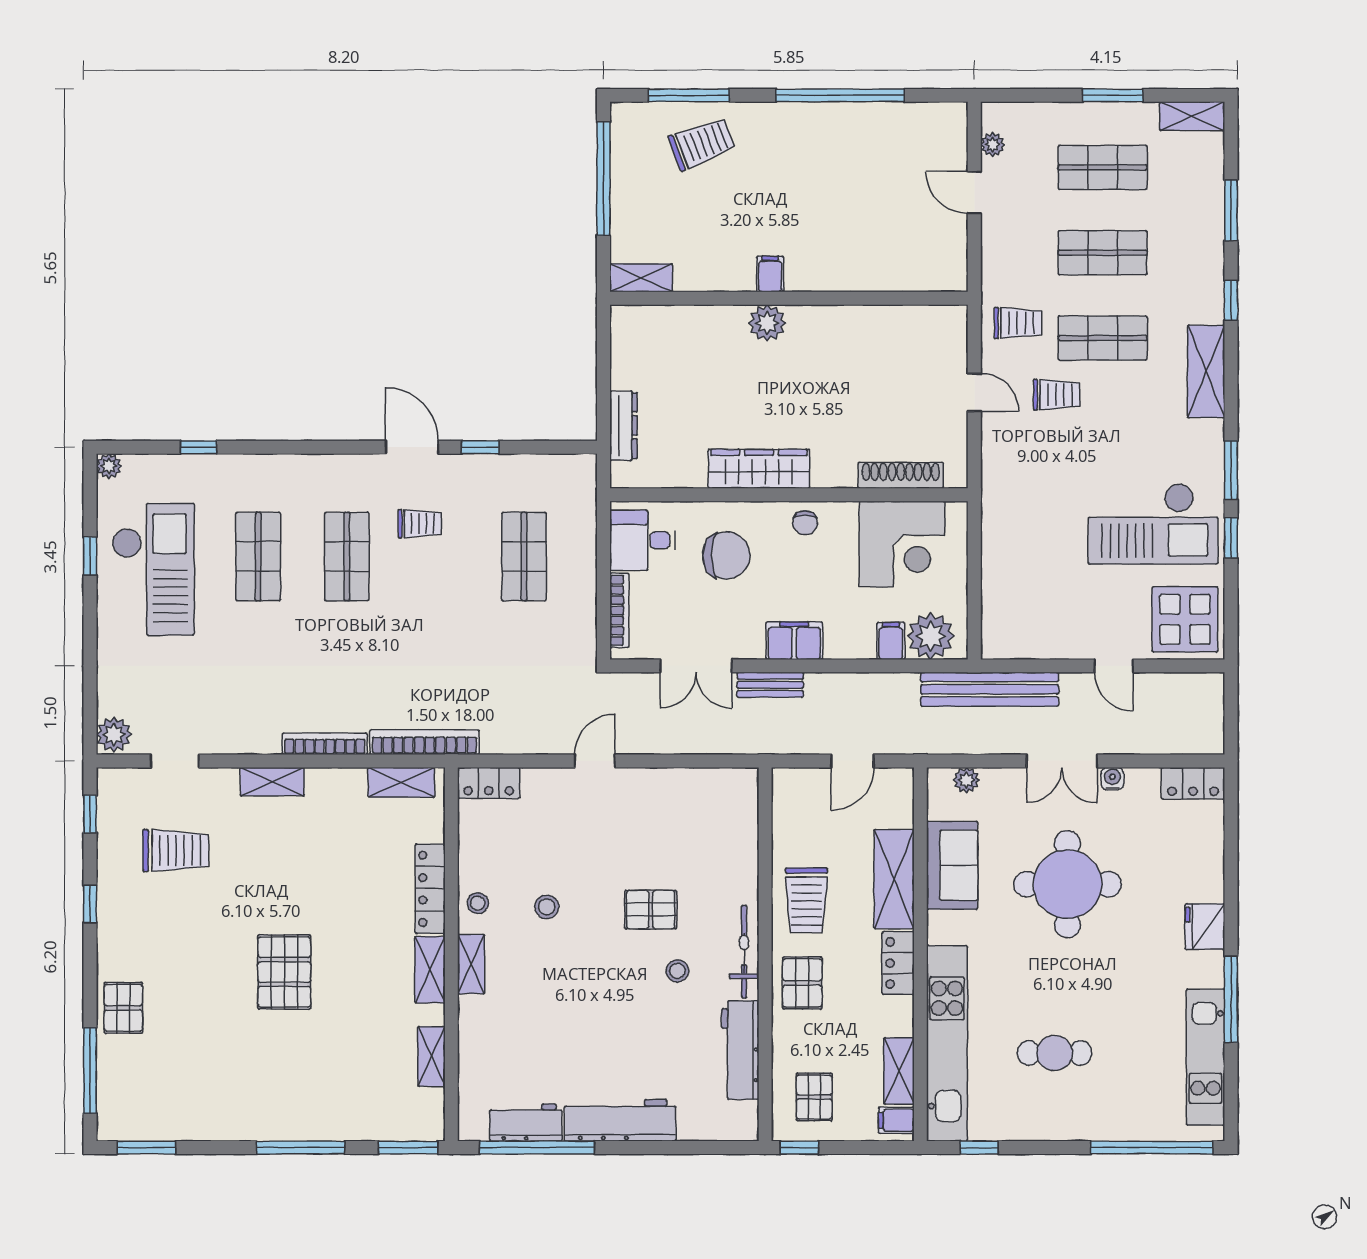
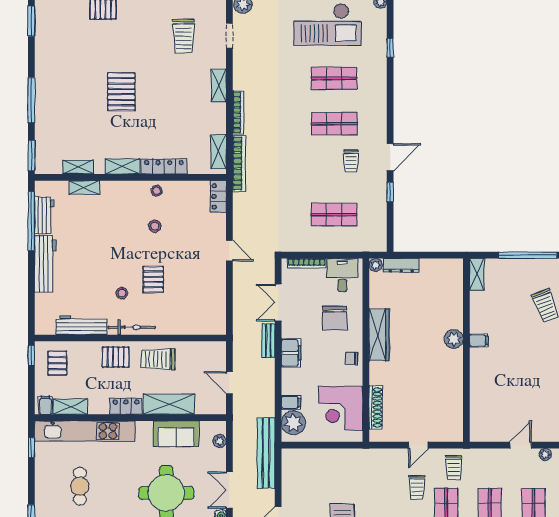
plant: (623, 476) -> (376, 265), added
shelving: (471, 964) -> (84, 187), moved
pallet: (284, 972) -> (121, 92), turned 90
pallet: (814, 1097) -> (57, 363), turned 90

